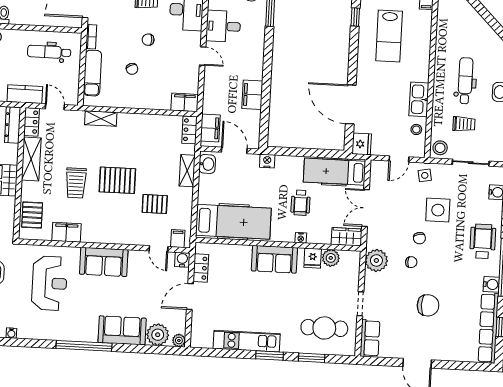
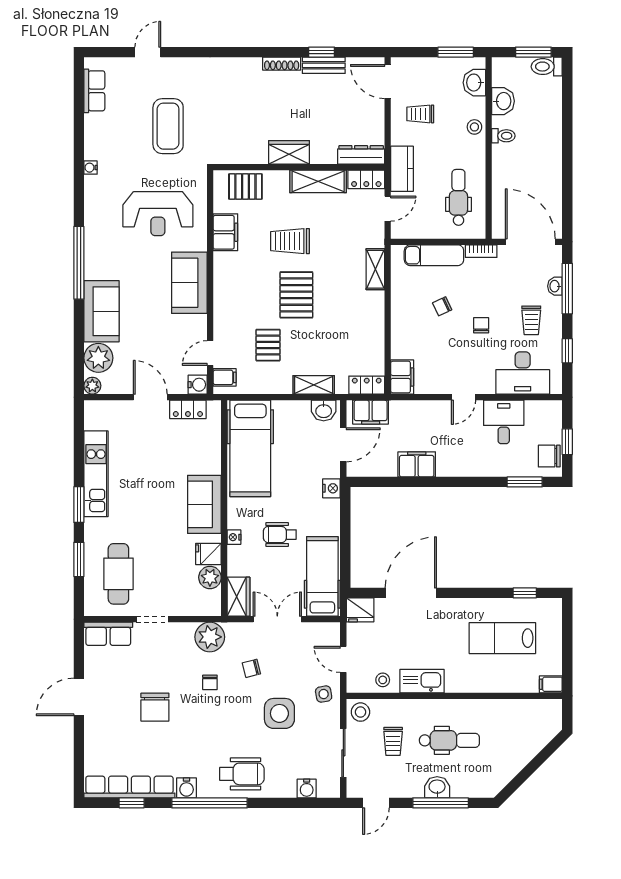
chair: (419, 238) -> (251, 668), moved

